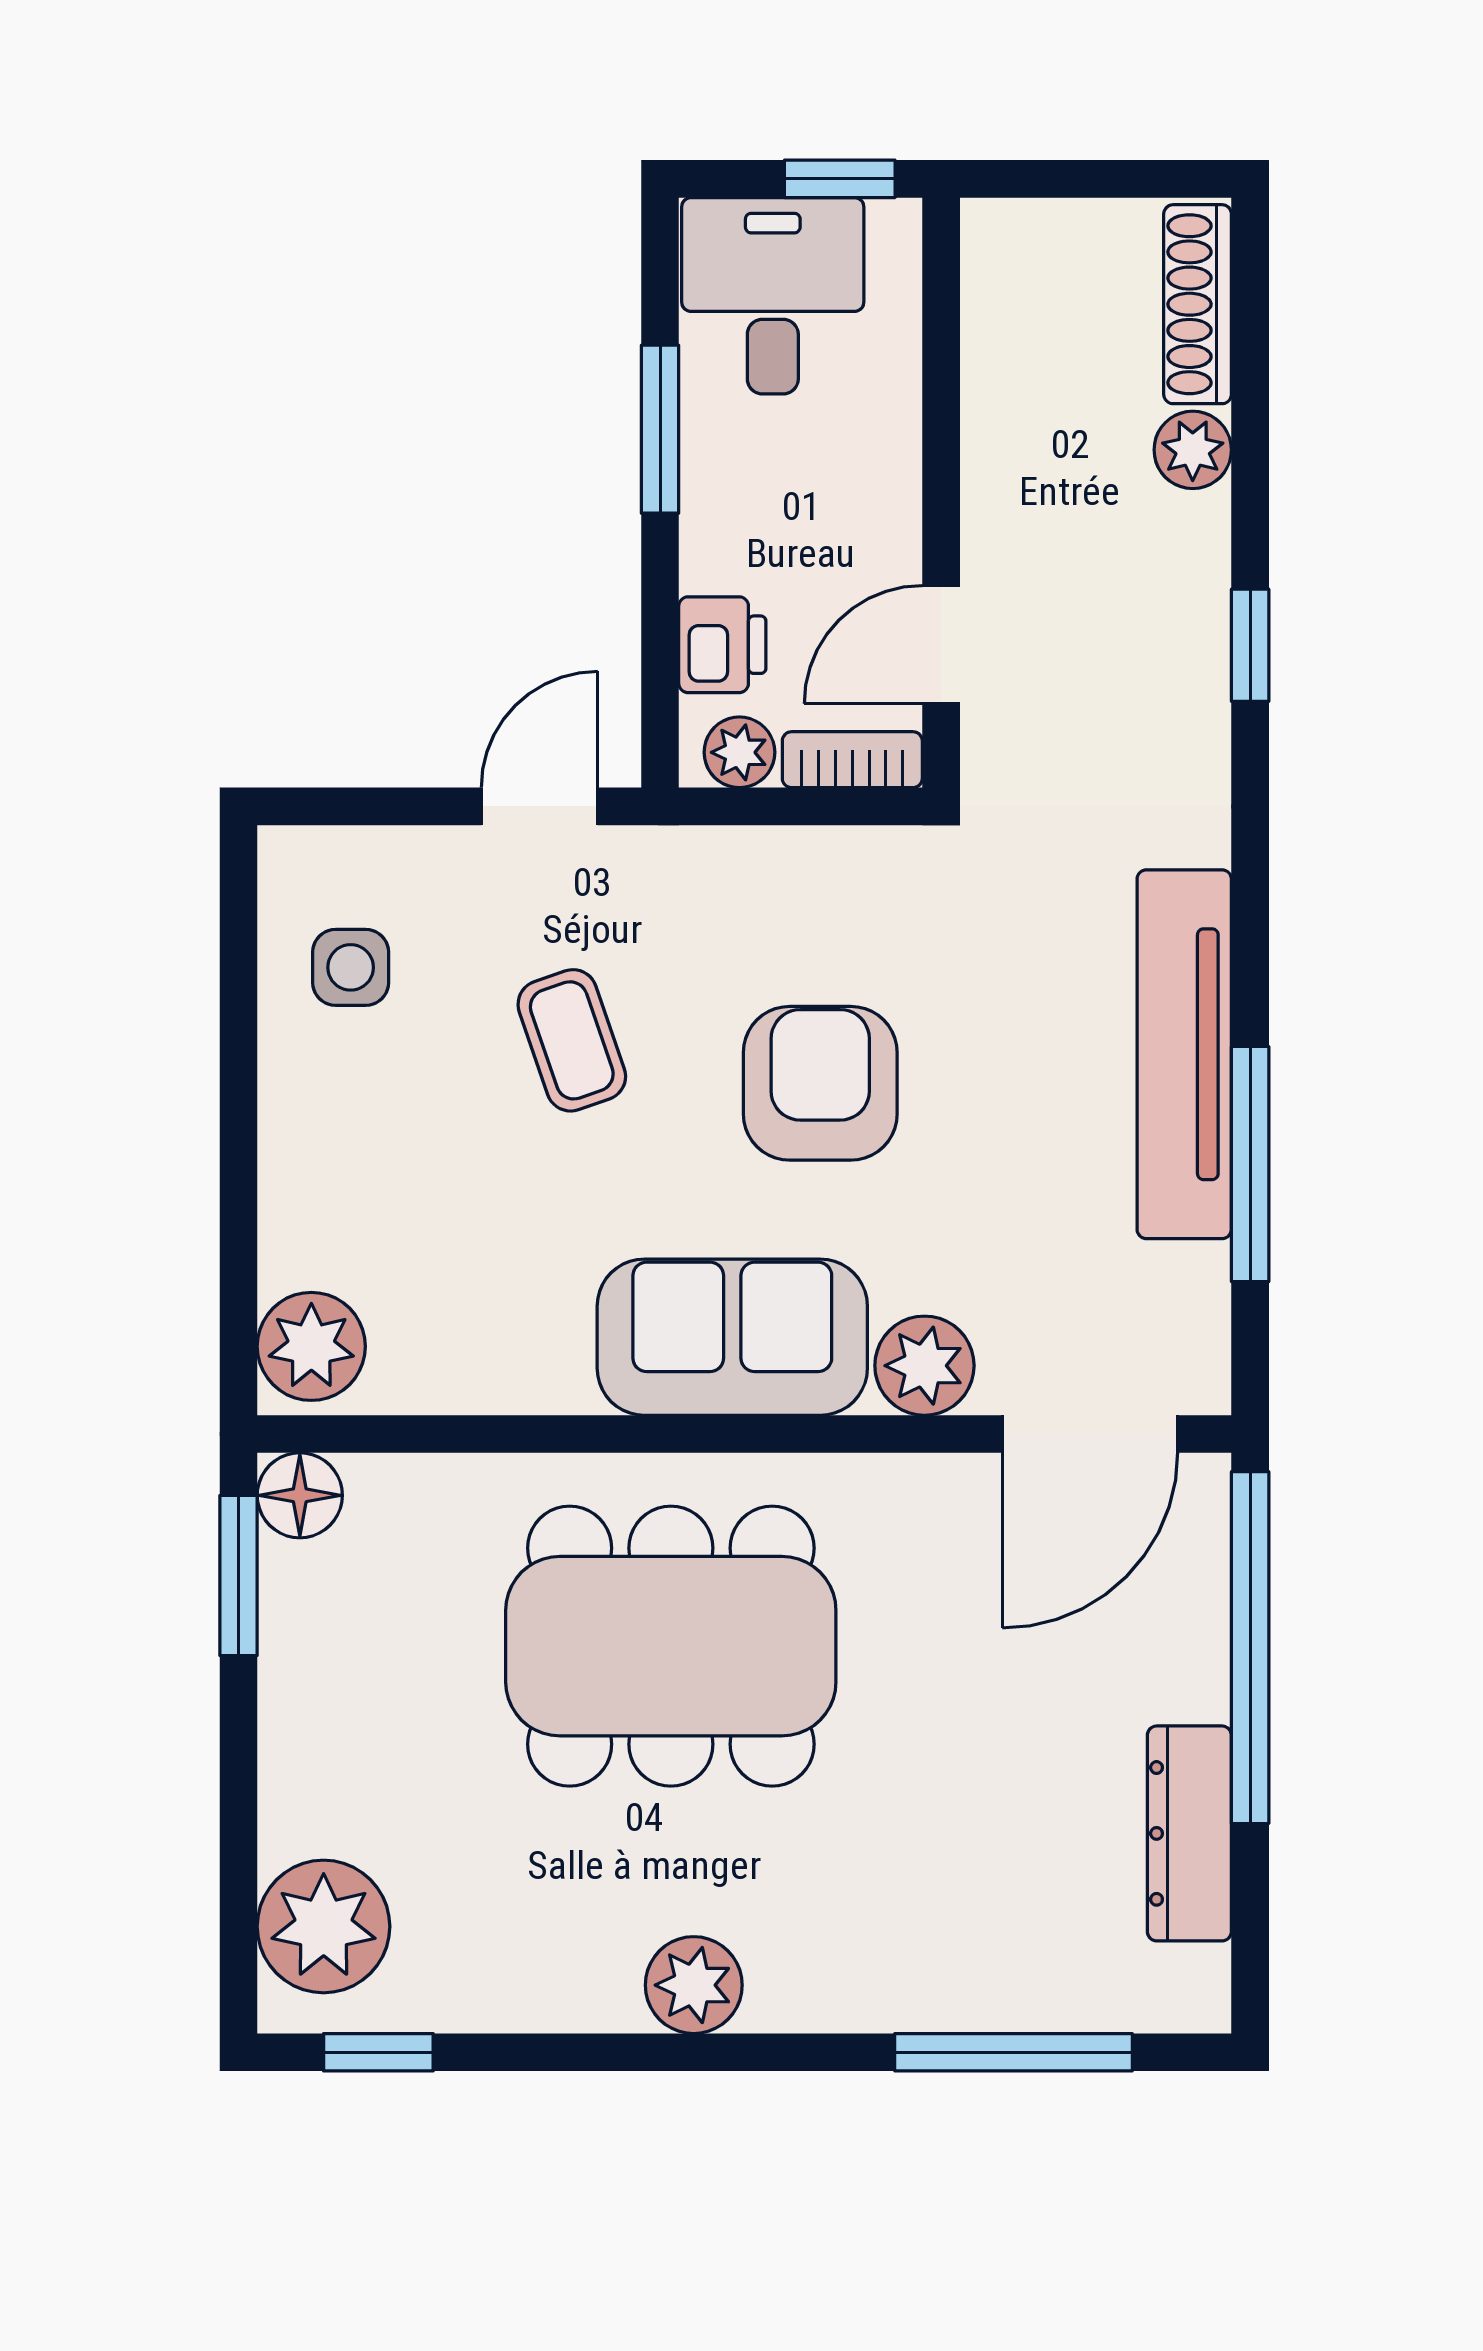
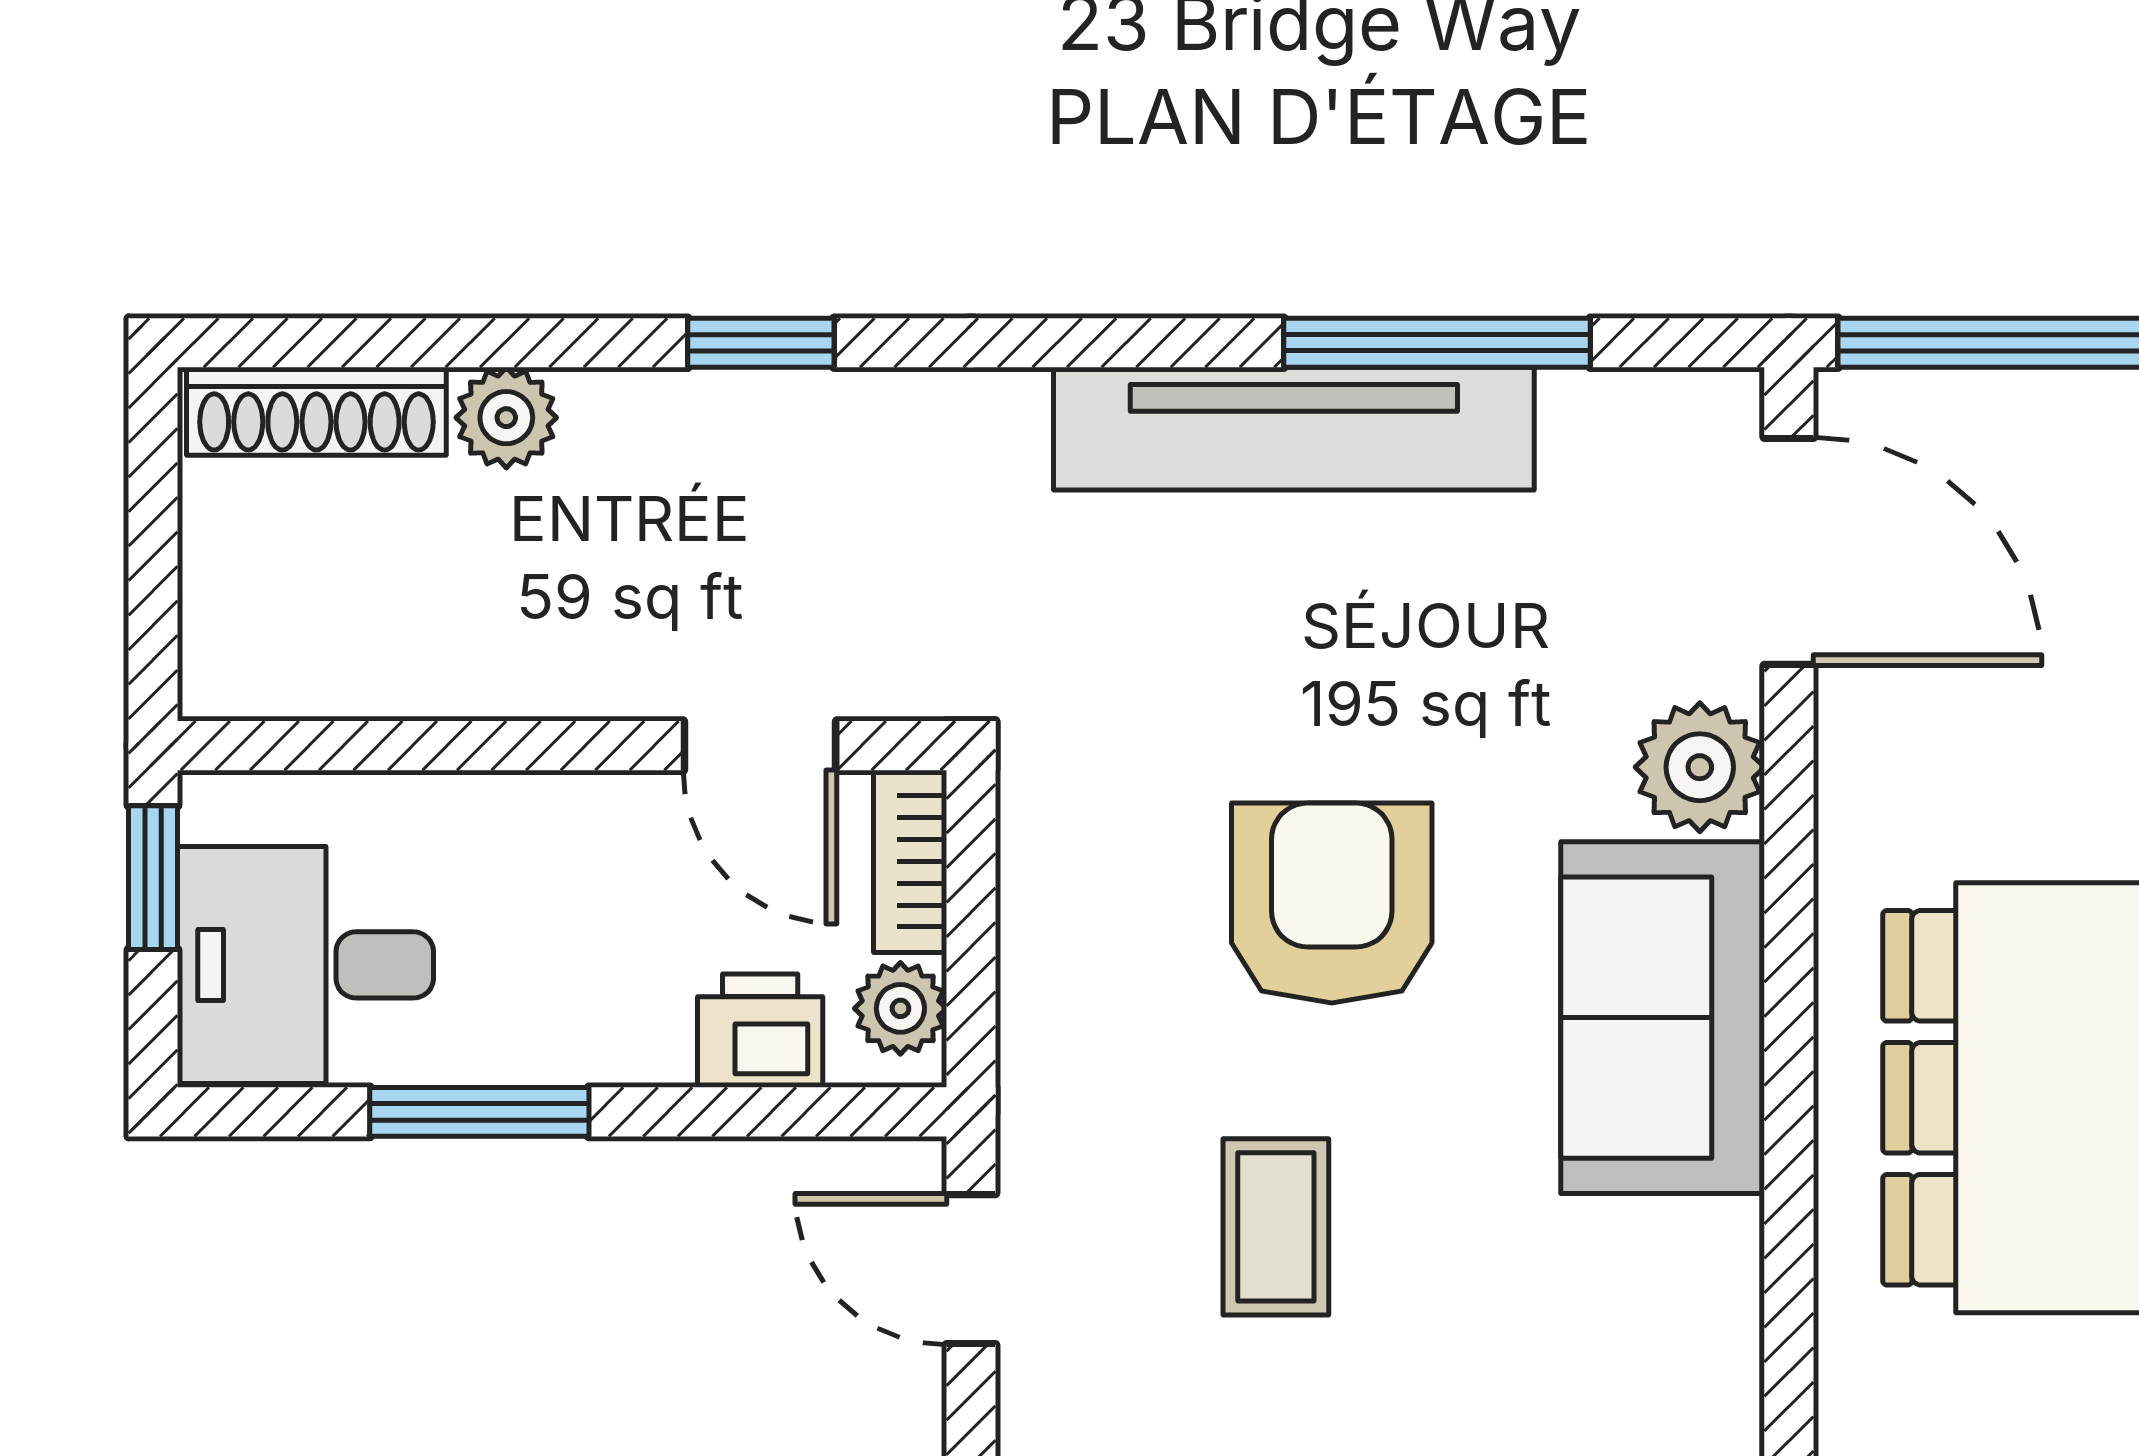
coffee table: (572, 1040) -> (1276, 1227), turned -71
armchair: (820, 1083) -> (1332, 903), turned 90

